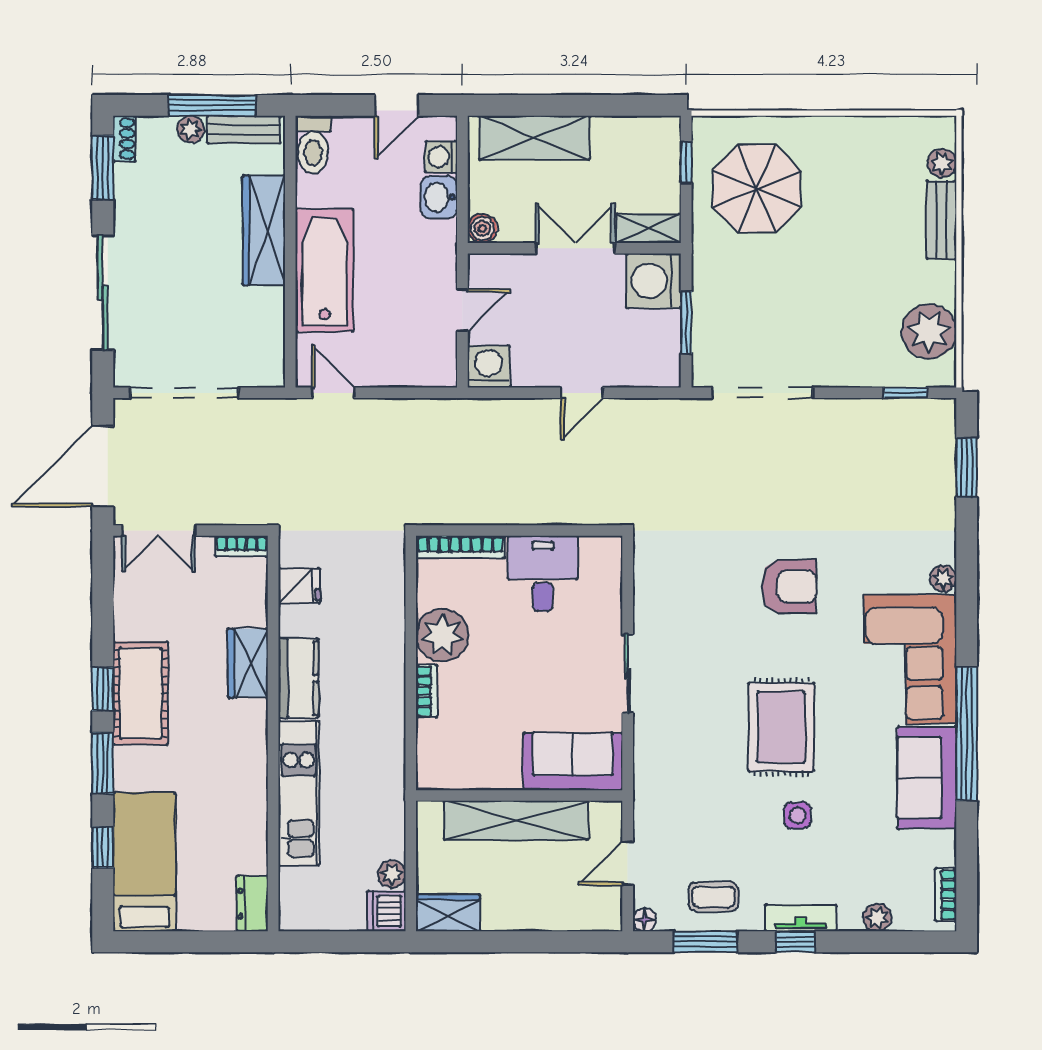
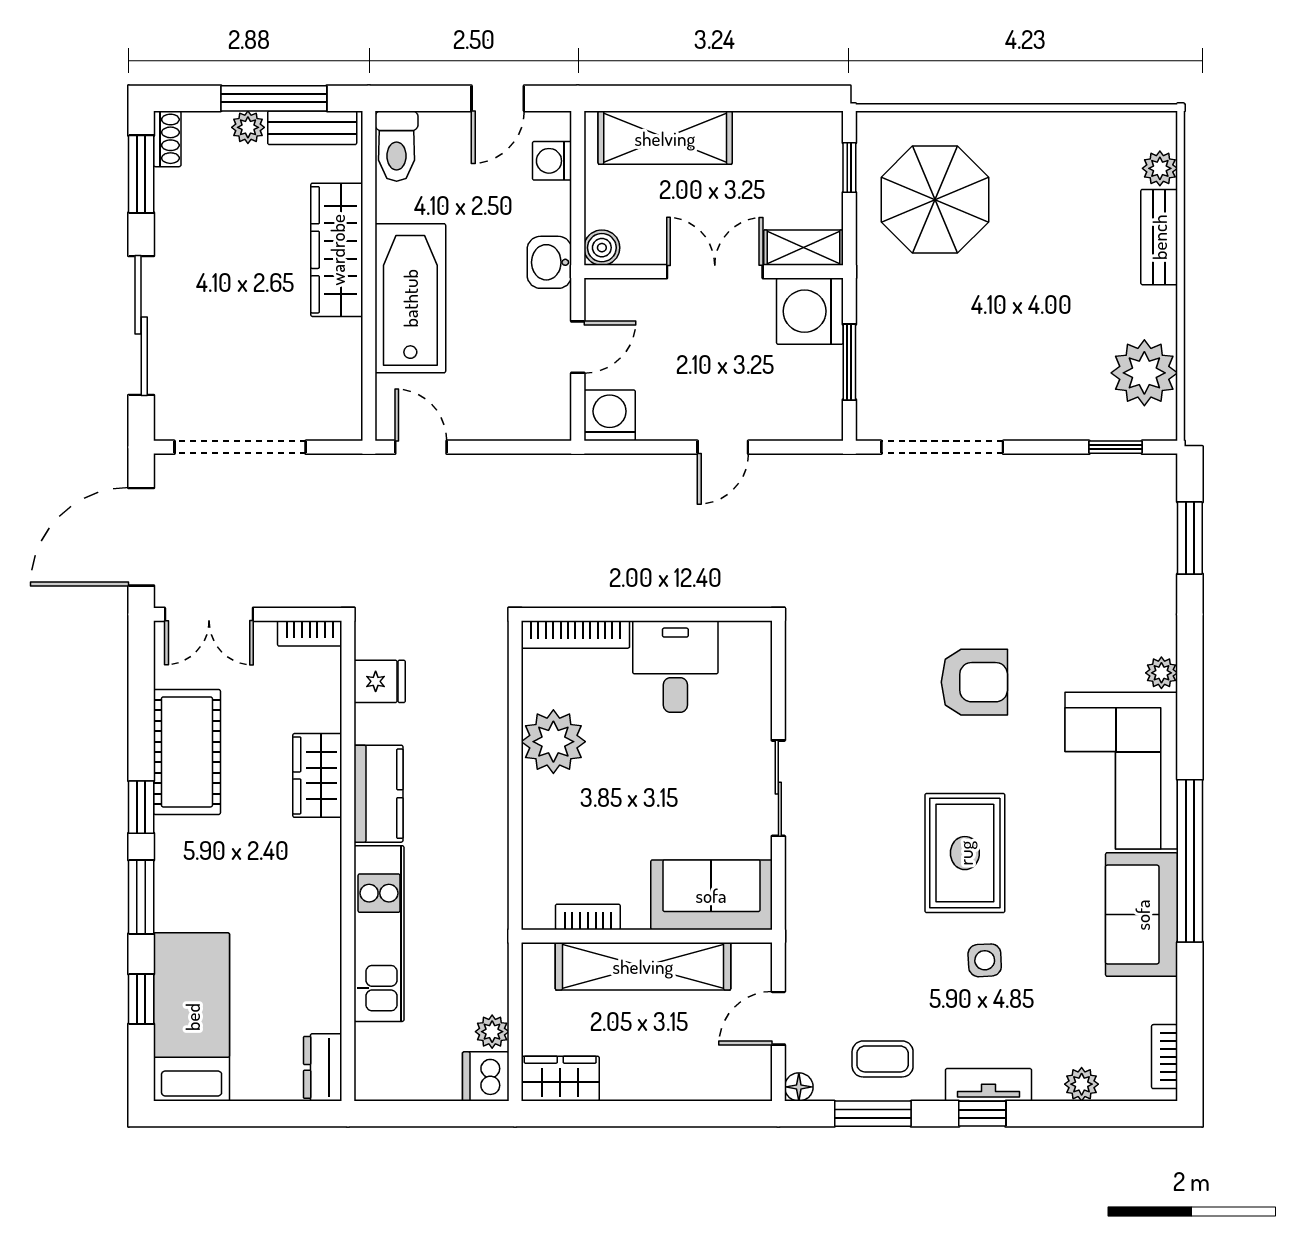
washbasin: (439, 197) -> (549, 262), moved
bookcase: (427, 691) -> (588, 917), moved, turned -90
cot: (140, 693) -> (187, 752), moved

